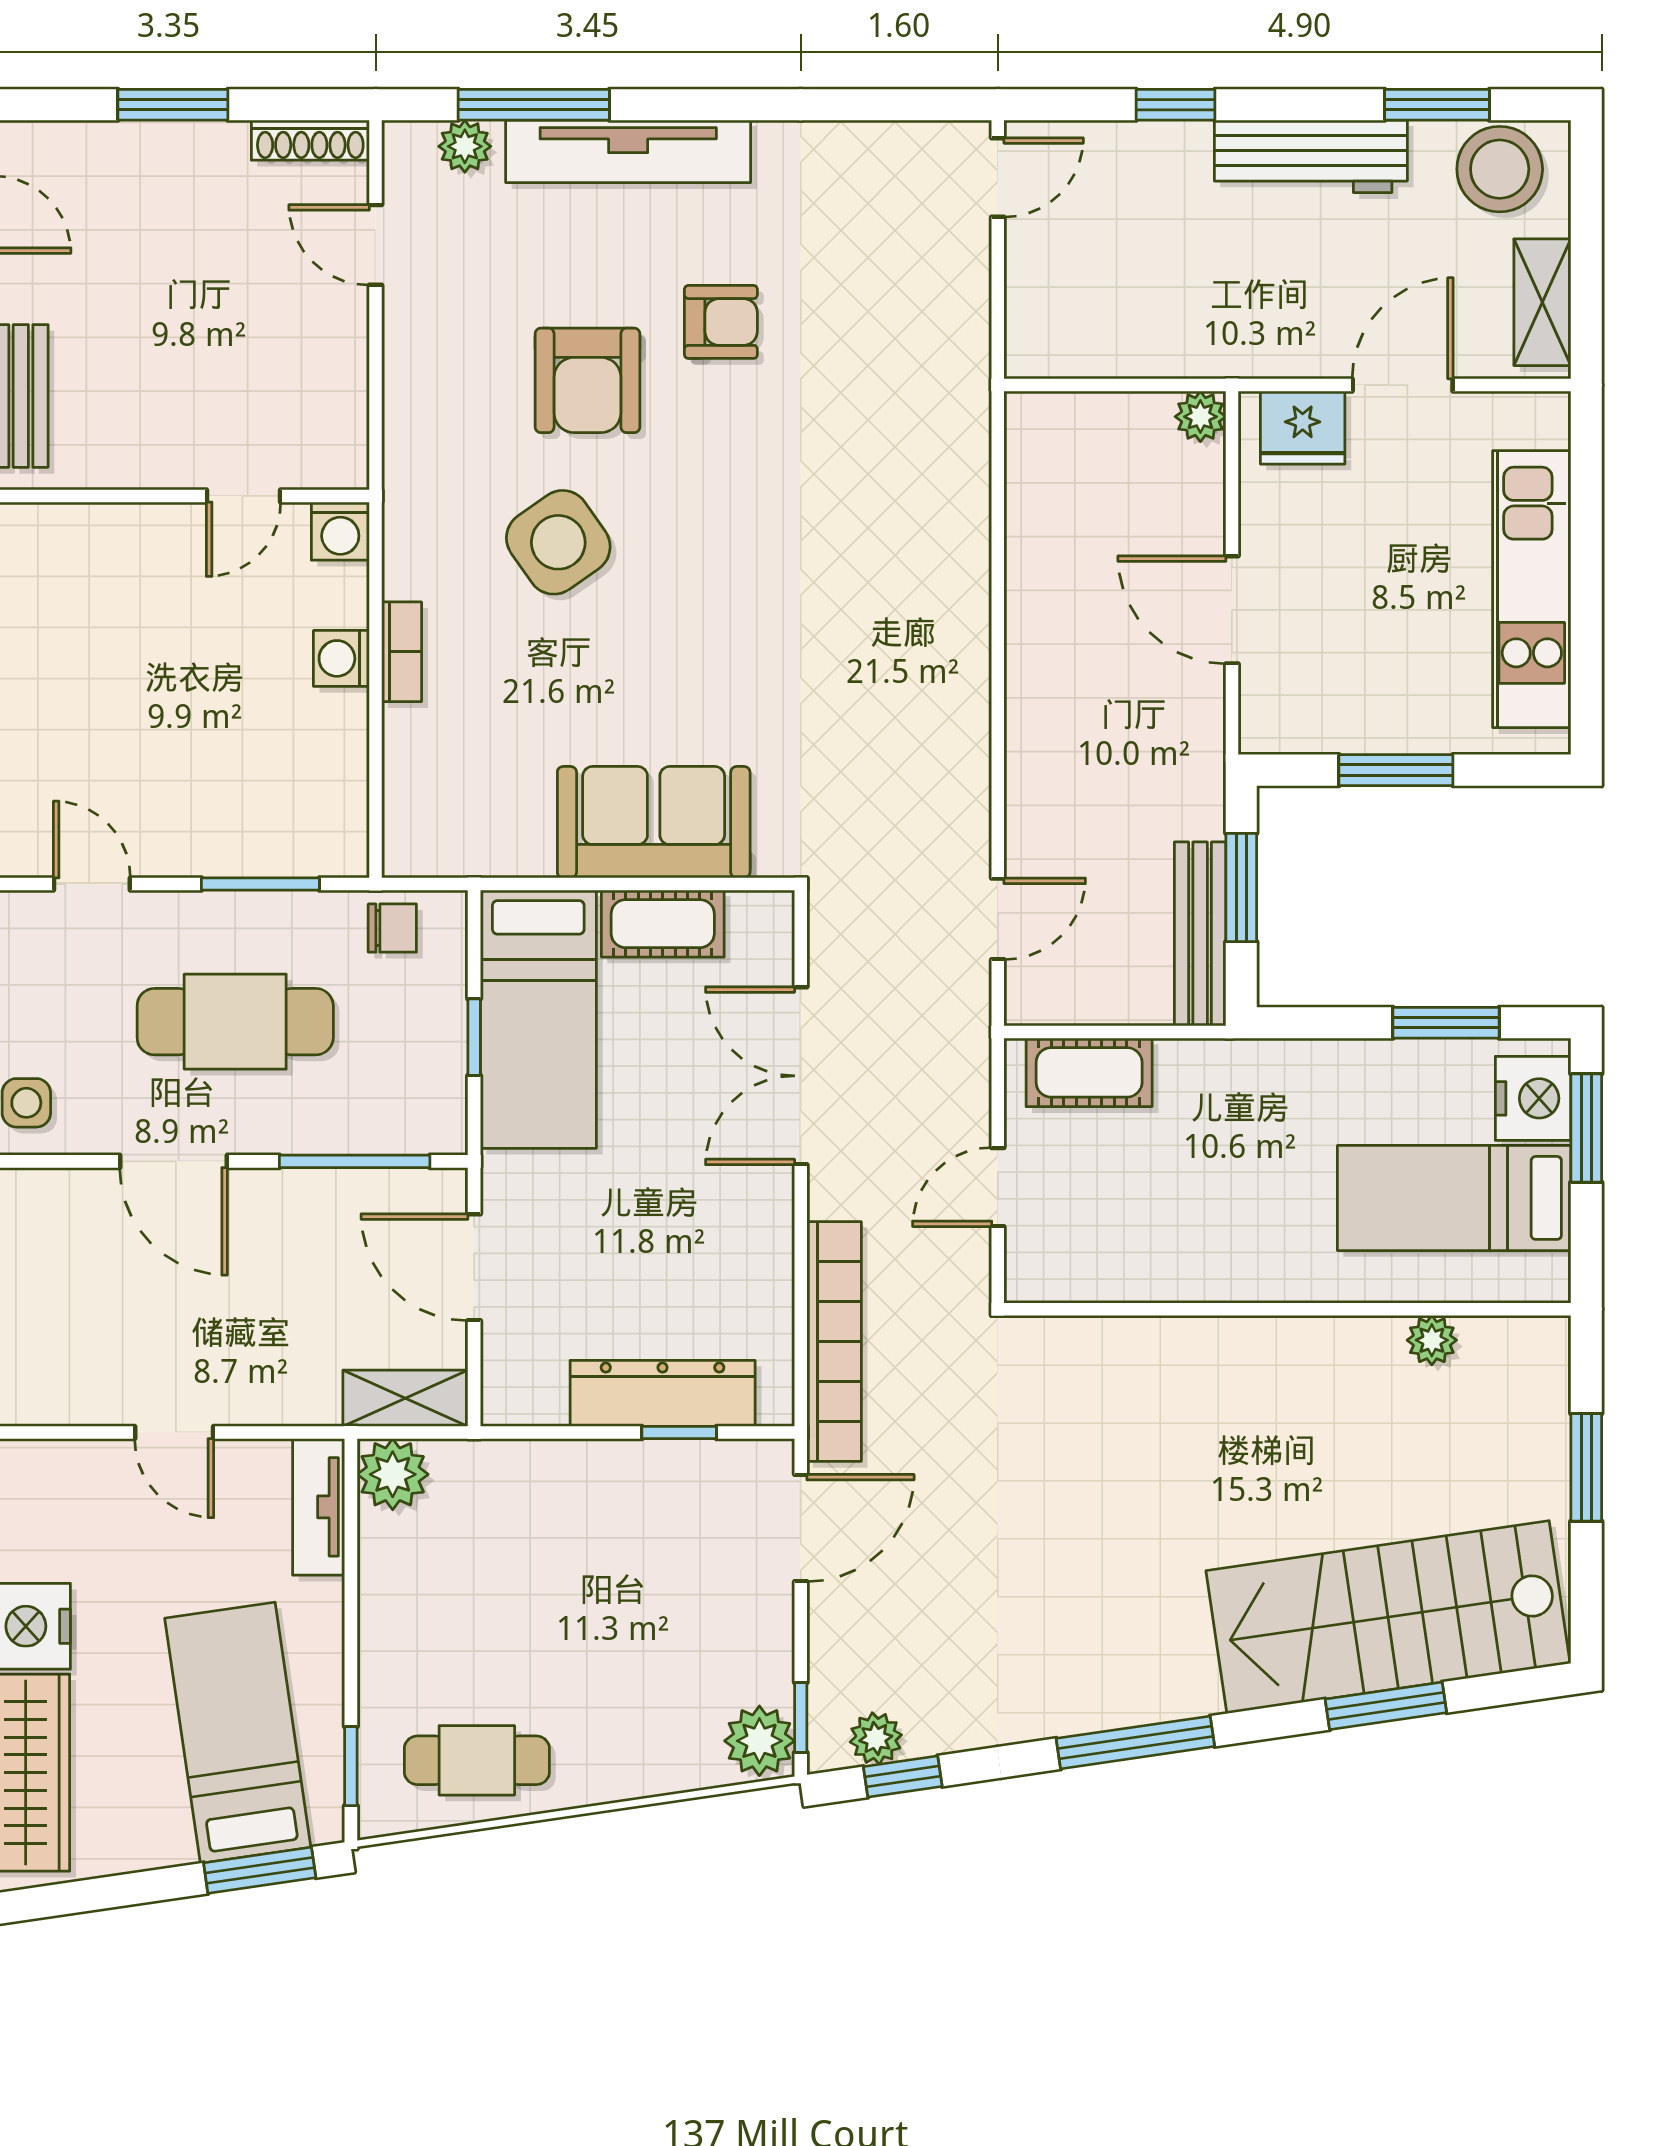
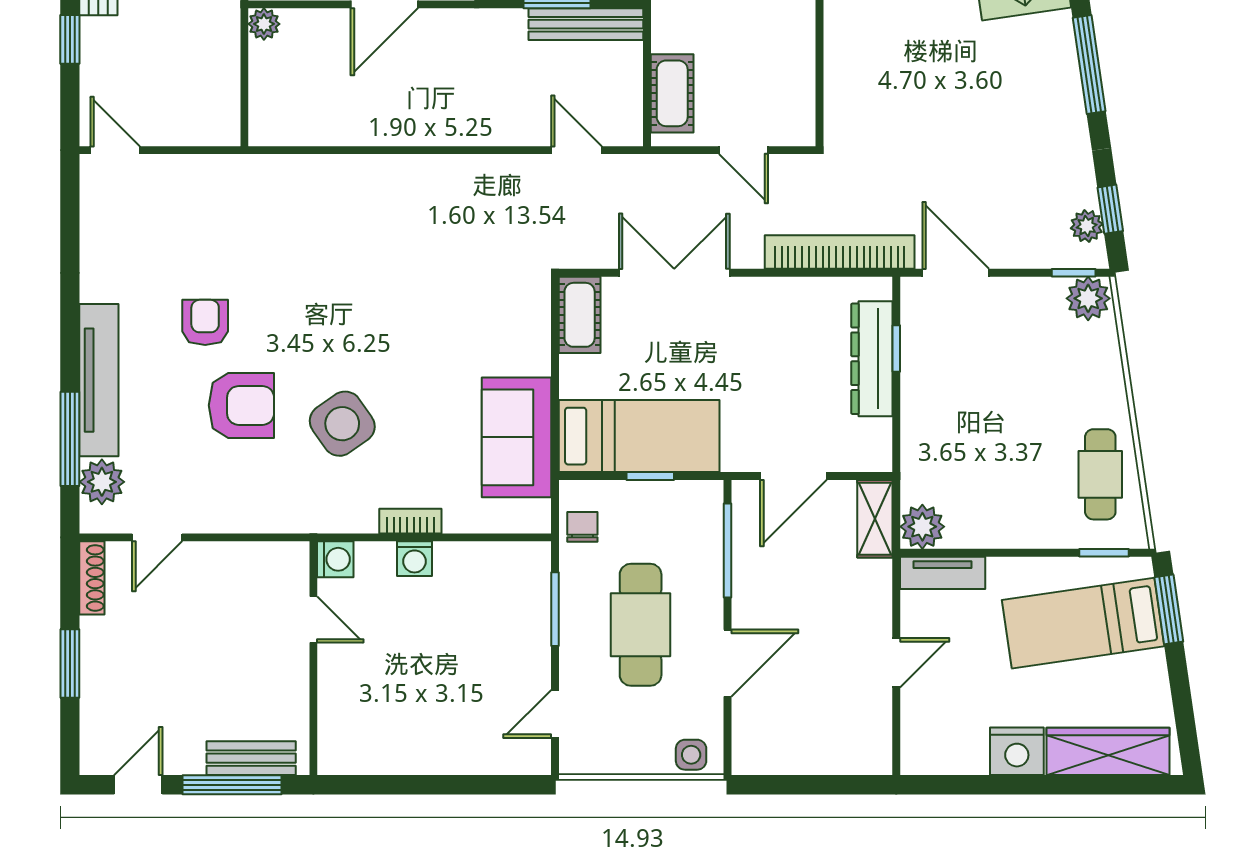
plant: (465, 146) -> (102, 482), width x1.38, depth x1.38
sofa: (654, 822) -> (516, 437), moved
cot: (663, 924) -> (580, 315), moved
double door: (801, 1076) -> (674, 273), swing flipped

